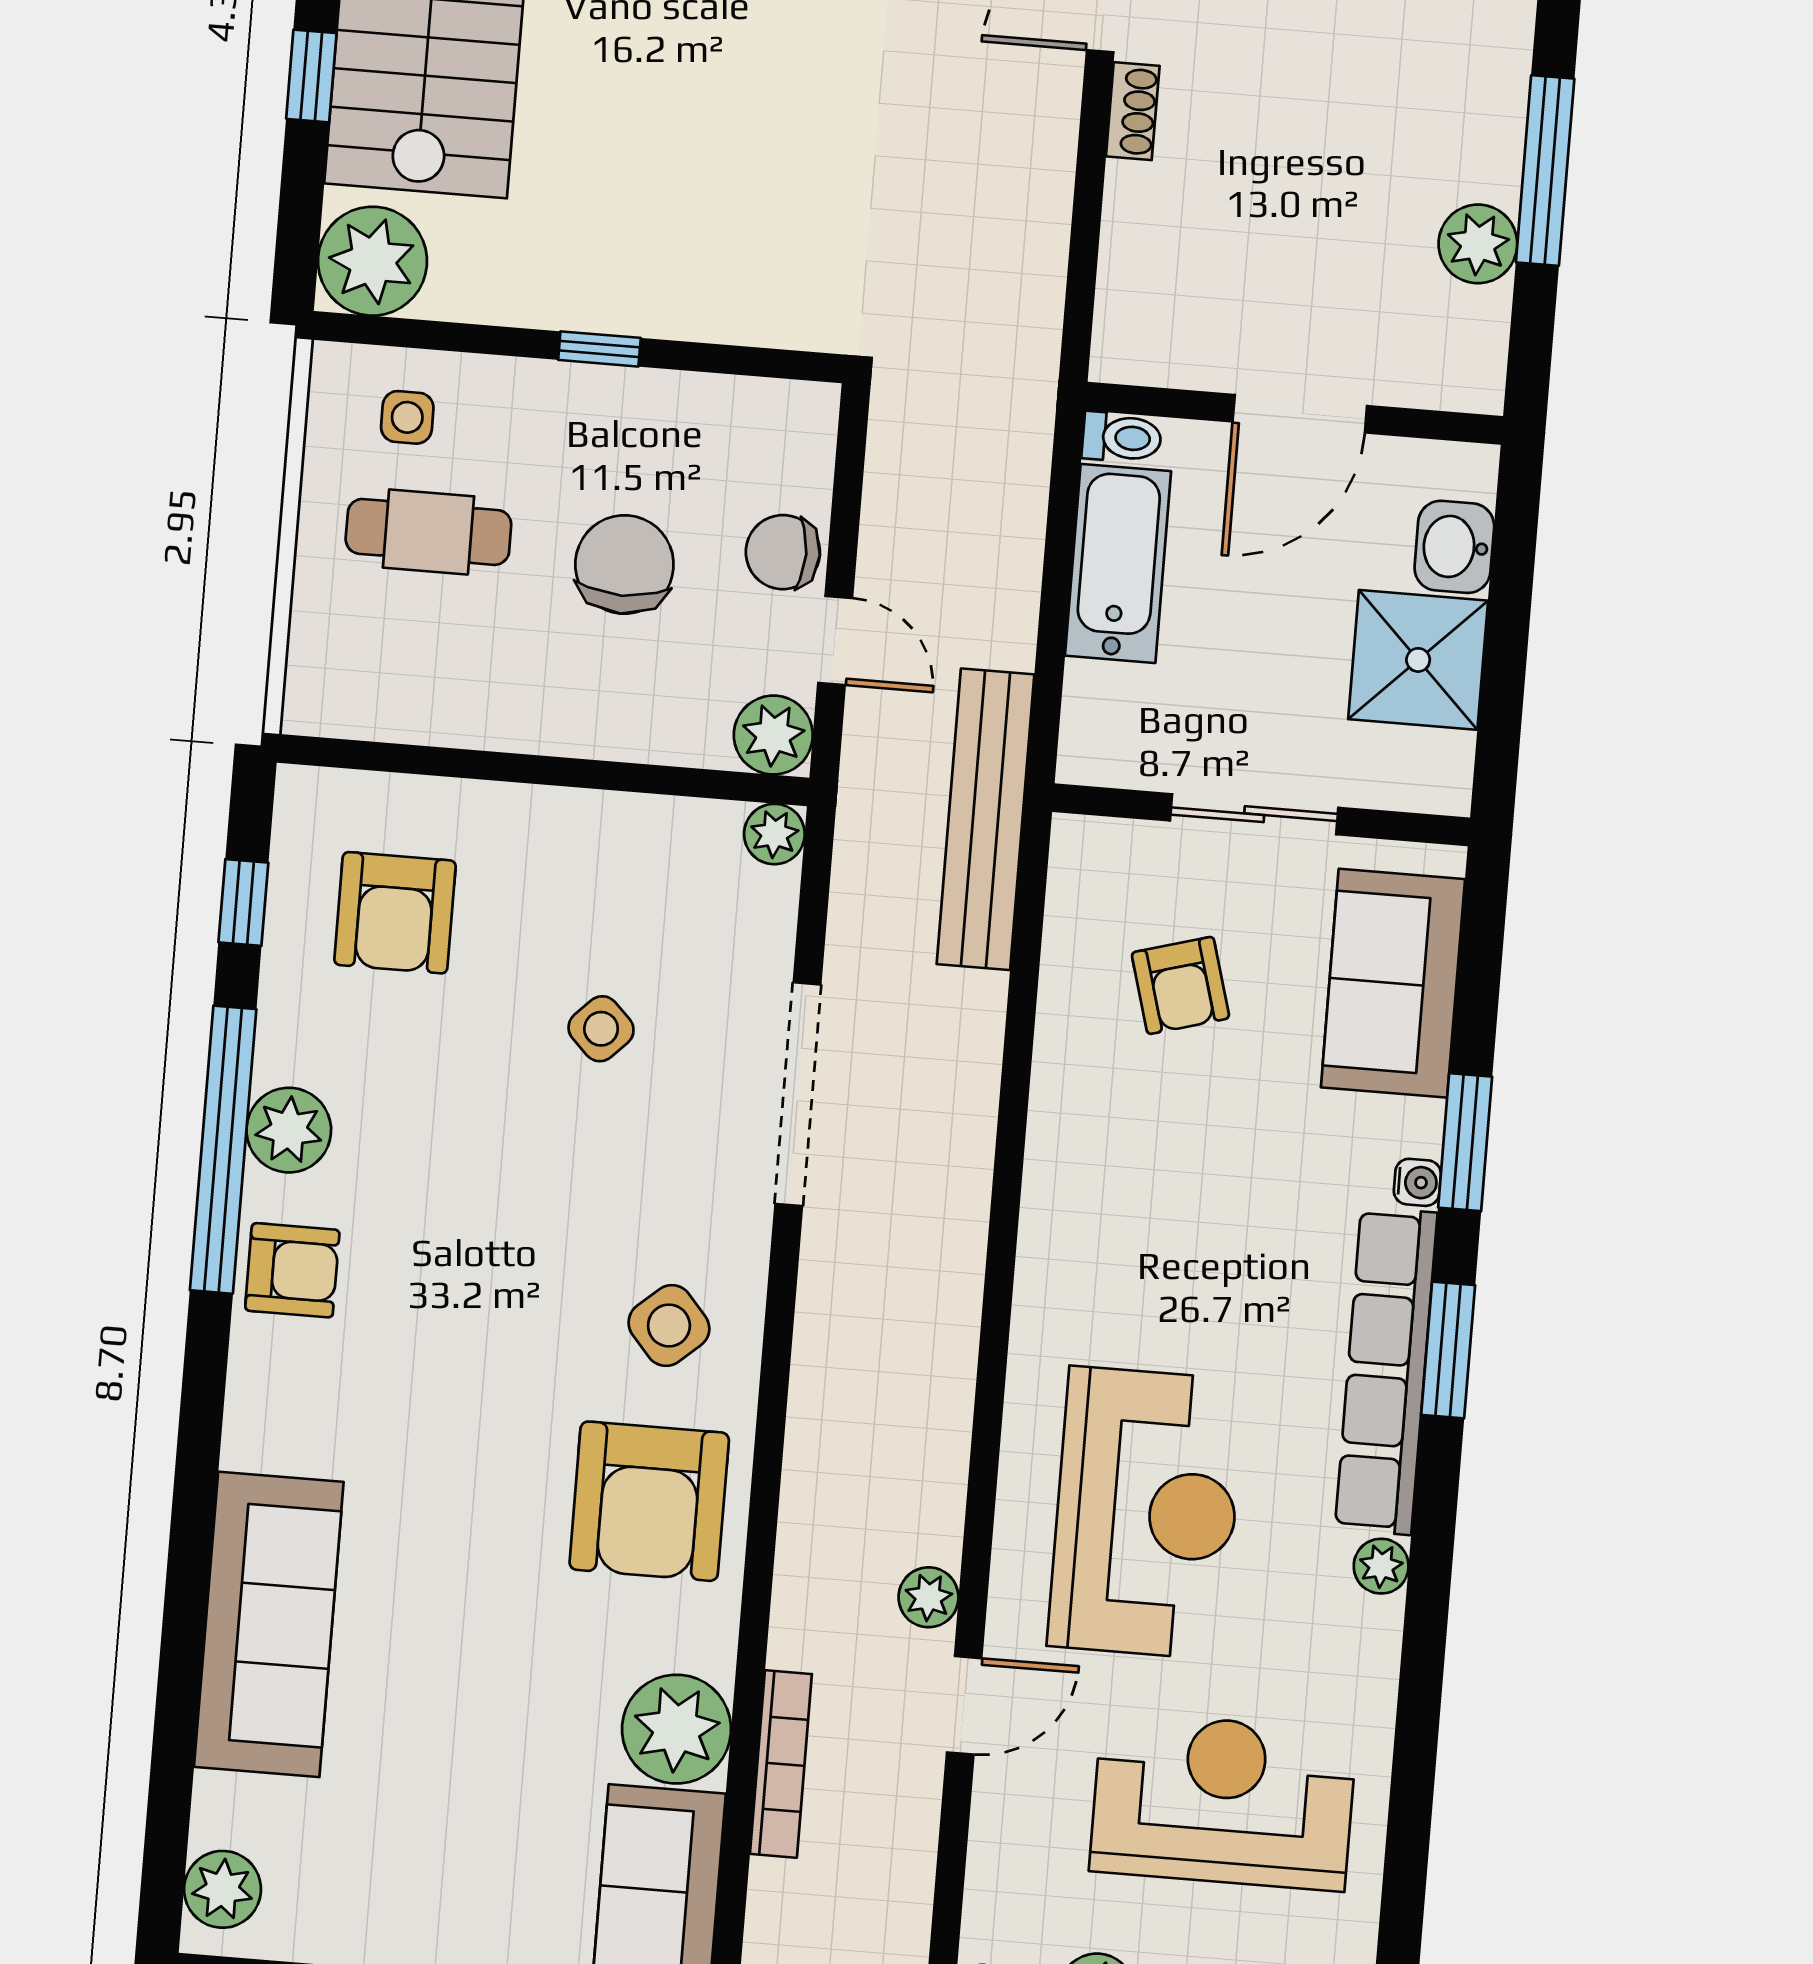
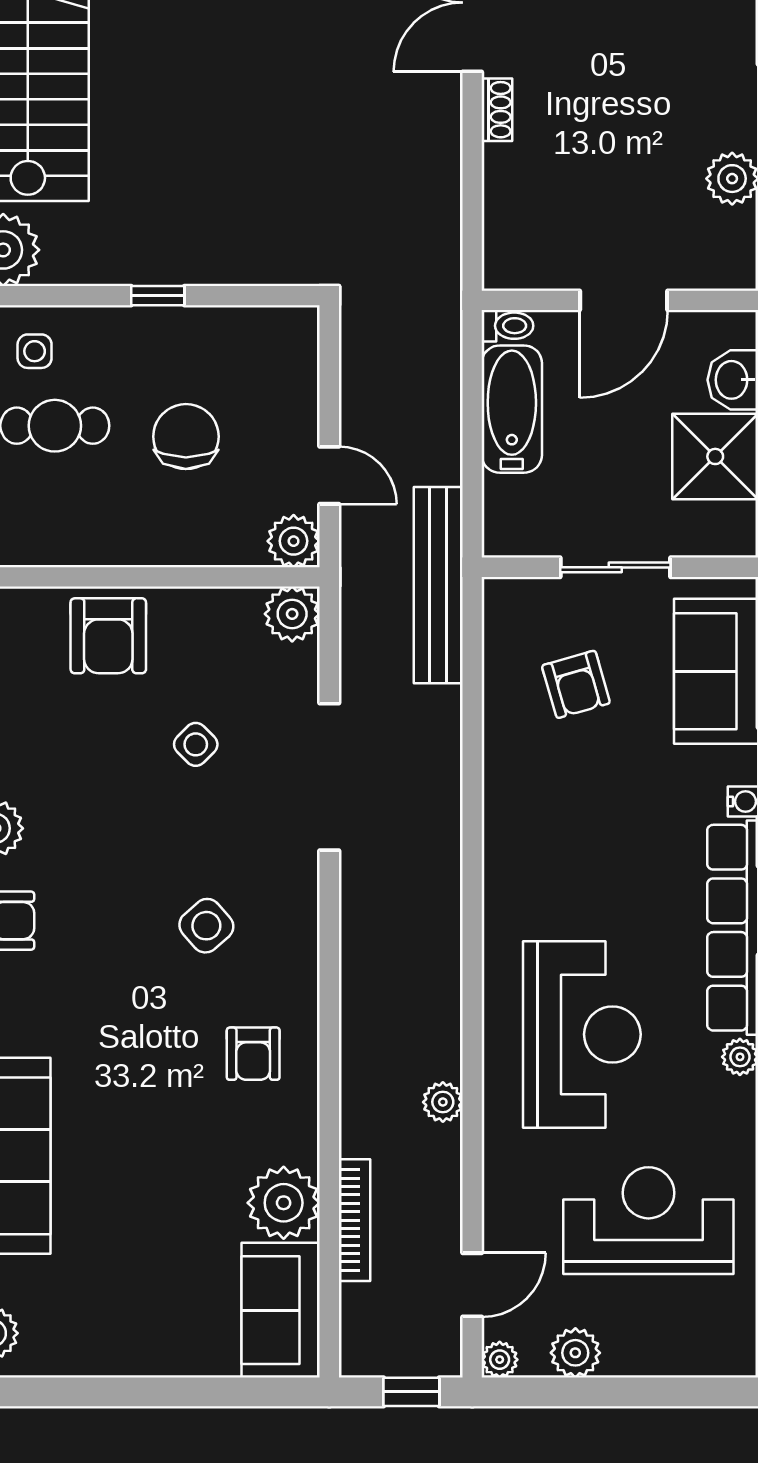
chair: (783, 552) -> (290, 420), removed
plant: (774, 834) -> (292, 614), width x1.38, depth x1.38
armchair: (395, 913) -> (108, 636), moved
side table: (669, 1326) -> (206, 926), moved
armchair: (649, 1501) -> (253, 1054), width x0.53, depth x0.53
door: (964, 1705) -> (472, 1285), moved

